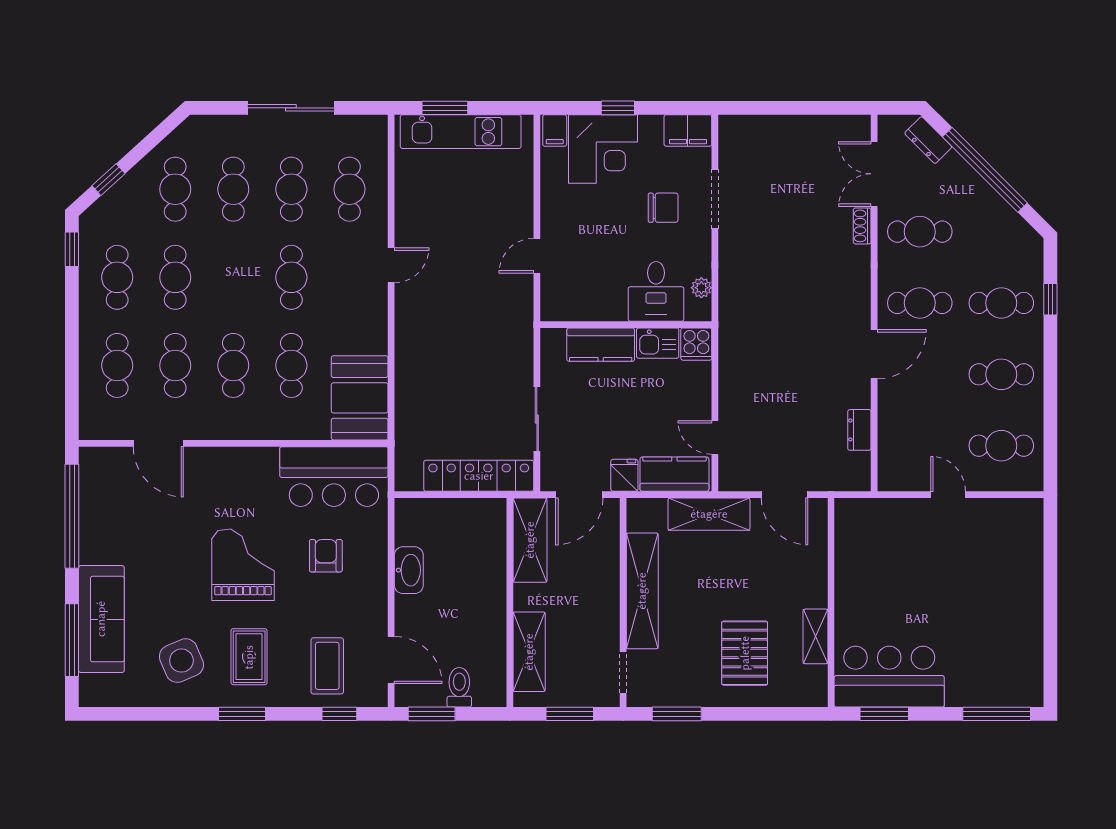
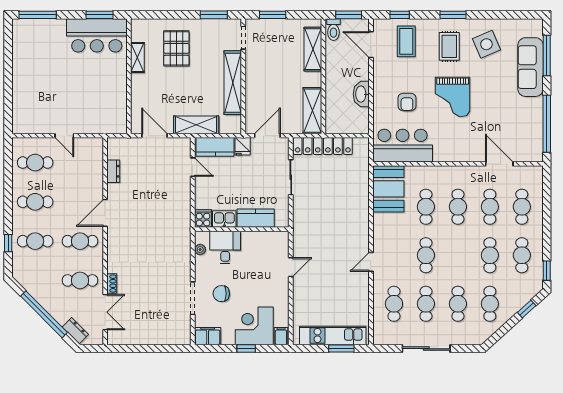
shelving: (530, 540) -> (312, 111), moved
wall: (510, 602) -> (323, 76), moved
shelving: (529, 652) -> (313, 49), moved

